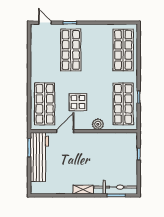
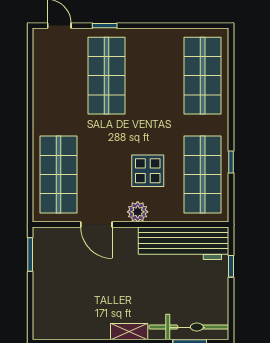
display table: (78, 102) -> (148, 171), moved
plant: (98, 124) -> (138, 212), moved
door: (65, 131) -> (96, 224), swing flipped
workbench: (39, 157) -> (183, 243), moved, turned 90

